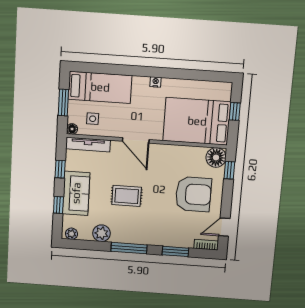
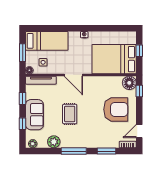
rug: (127, 196) -> (70, 114), turned 90

